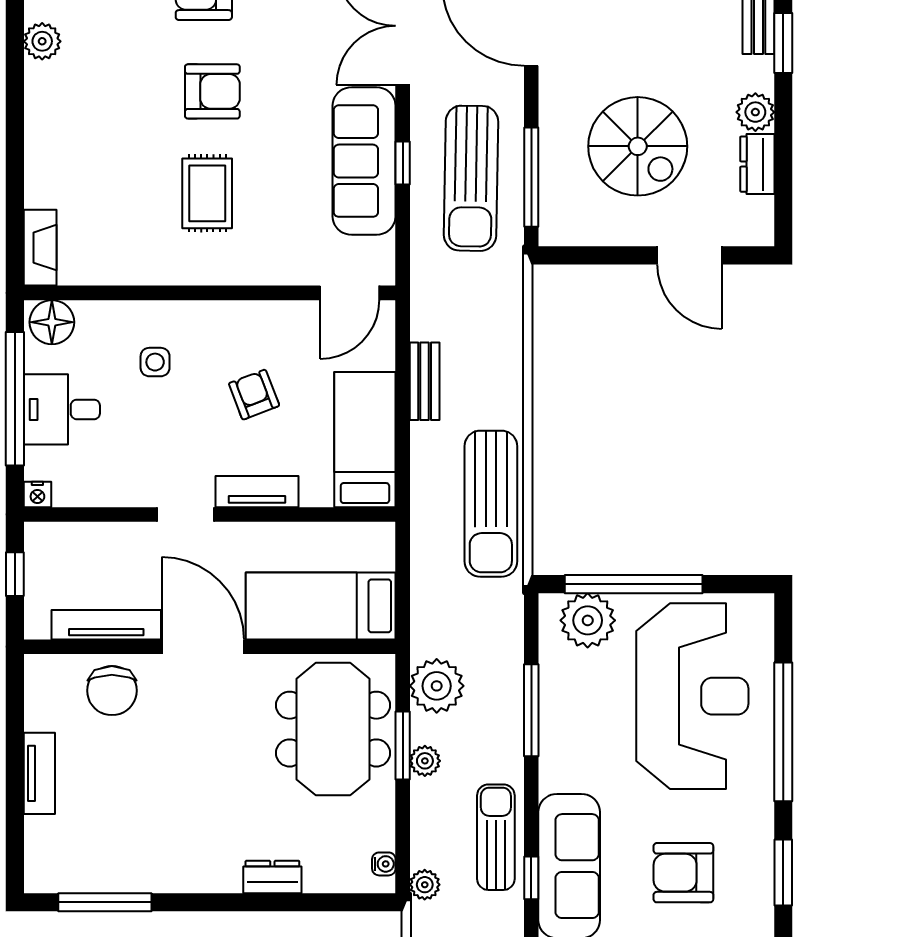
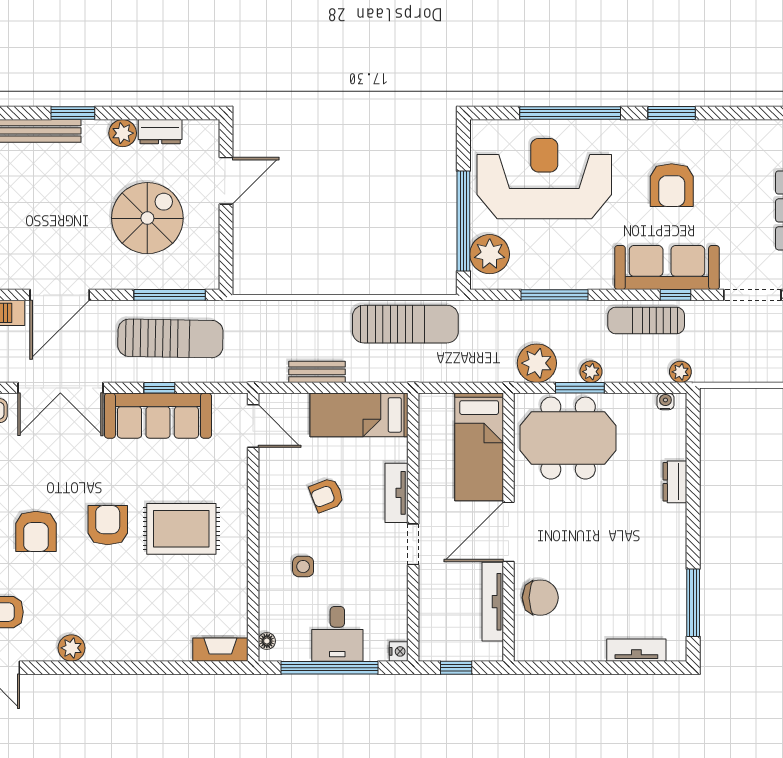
rug: (207, 193) -> (181, 529), width x1.36, depth x1.43
floor lamp: (52, 322) -> (267, 641), width x0.53, depth x0.53
tv unit: (39, 773) -> (636, 650), moved

